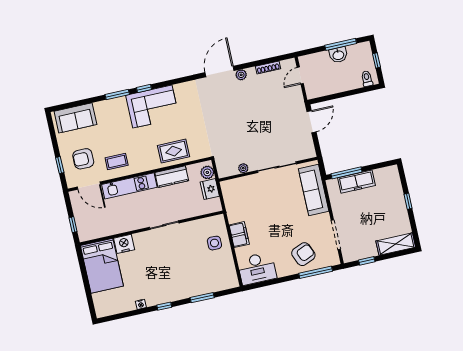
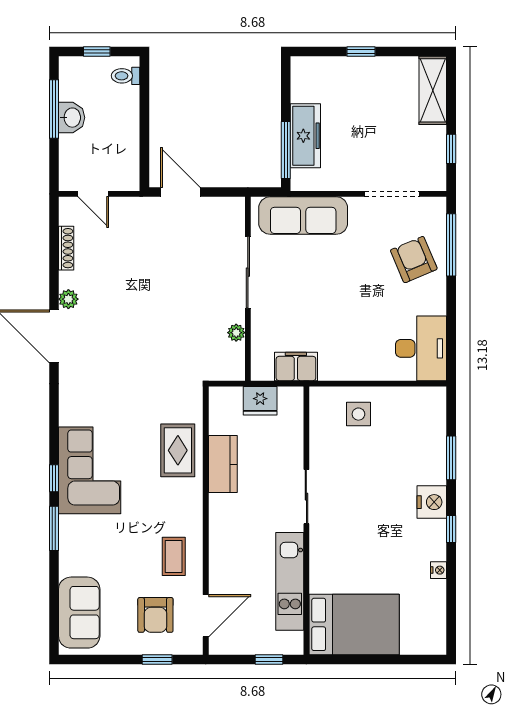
plant: (207, 172) -> (229, 399), removed
kitchen unit: (129, 186) -> (290, 581), moved, turned 180
filing cabinet: (239, 235) -> (296, 367), moved
nightstand: (124, 244) -> (432, 502), moved, turned 180

